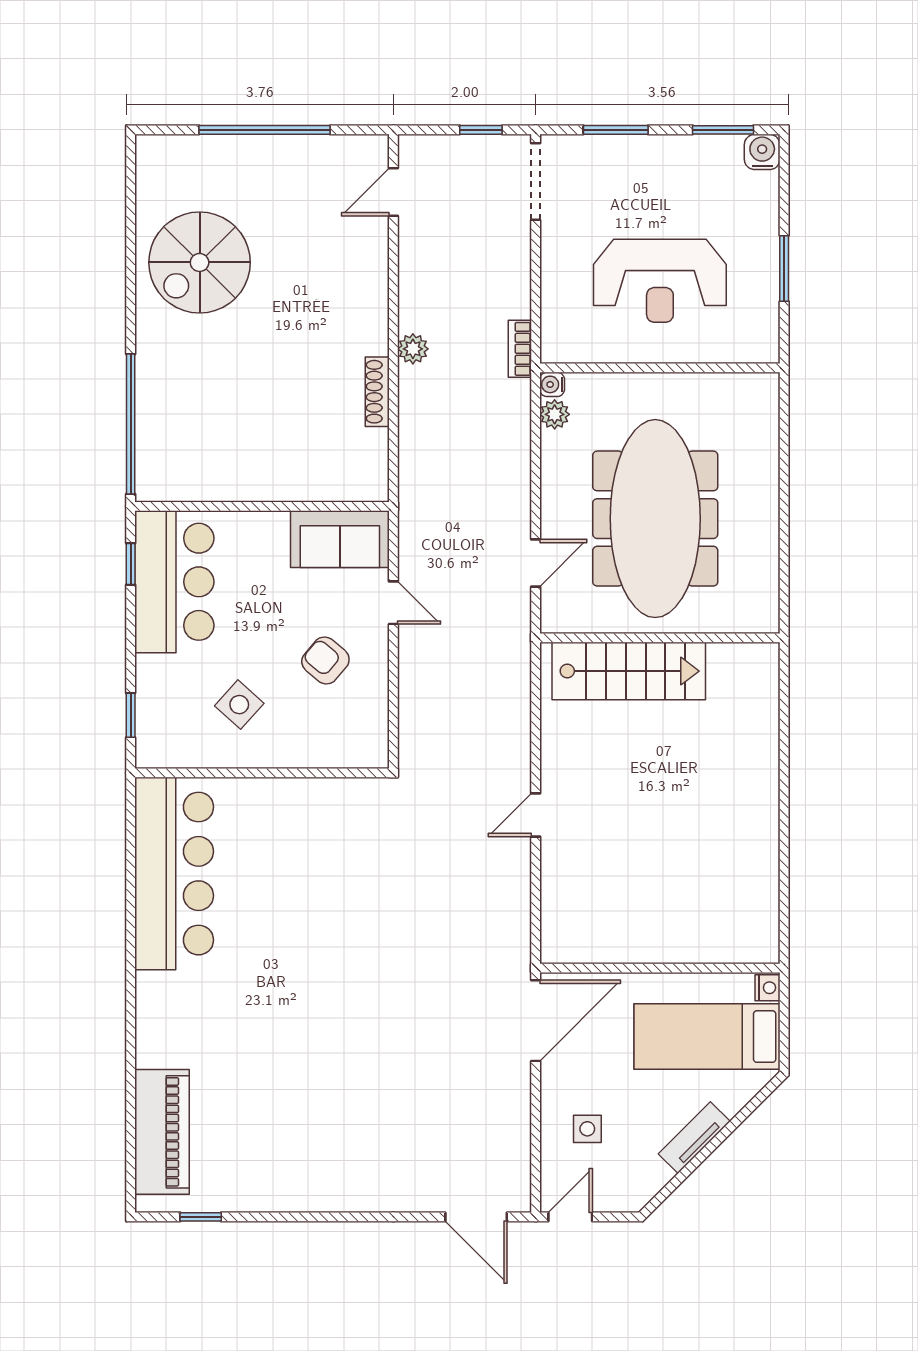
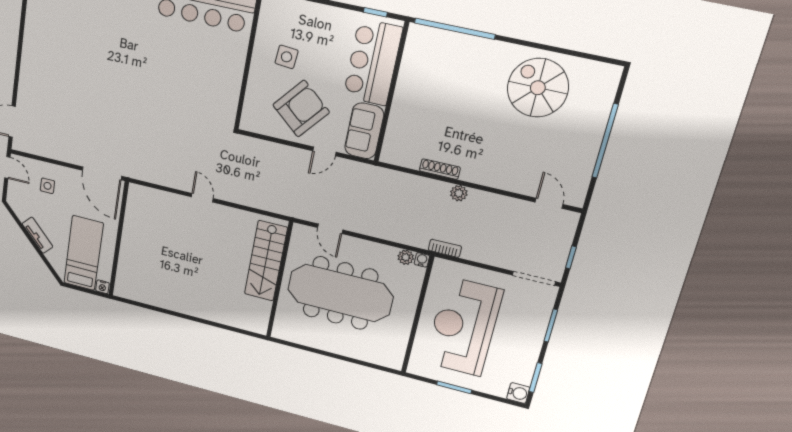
reception desk: (660, 281) -> (463, 327), width x1.36, depth x1.30
bar counter: (174, 582) -> (373, 62), moved, turned 90
armchair: (325, 661) -> (301, 109), width x1.88, depth x1.88
side table: (239, 705) -> (287, 57), turned -37

